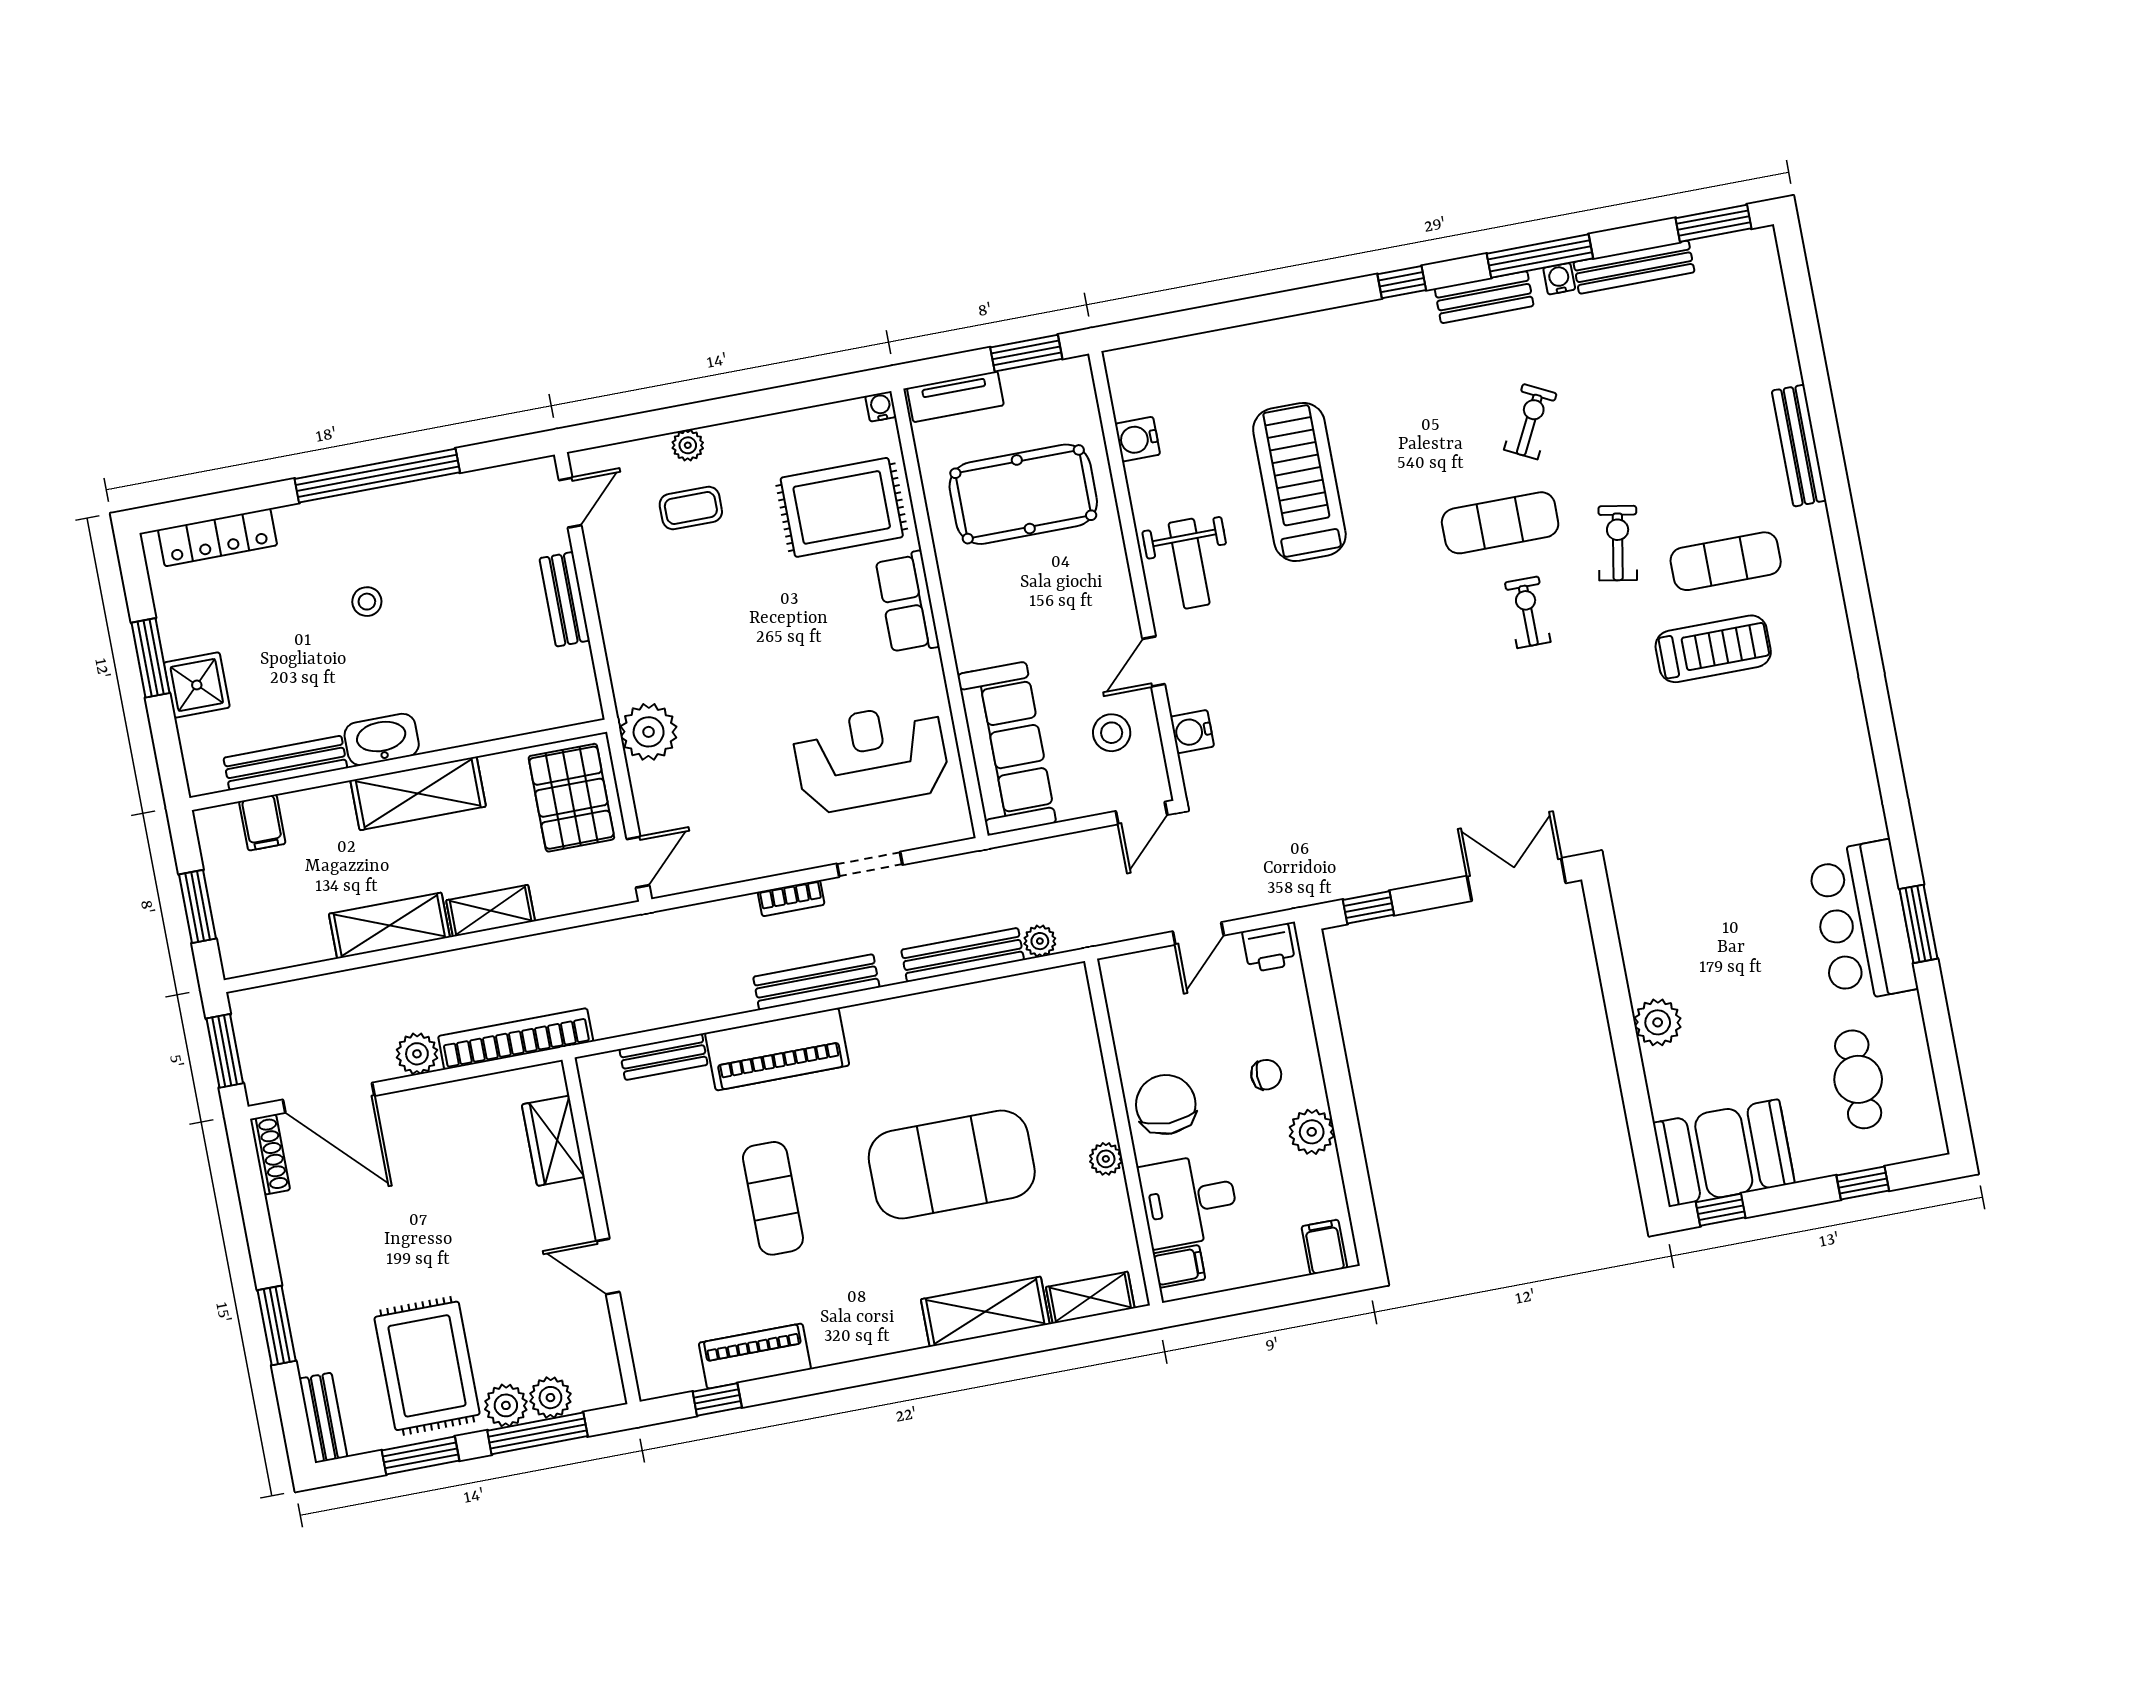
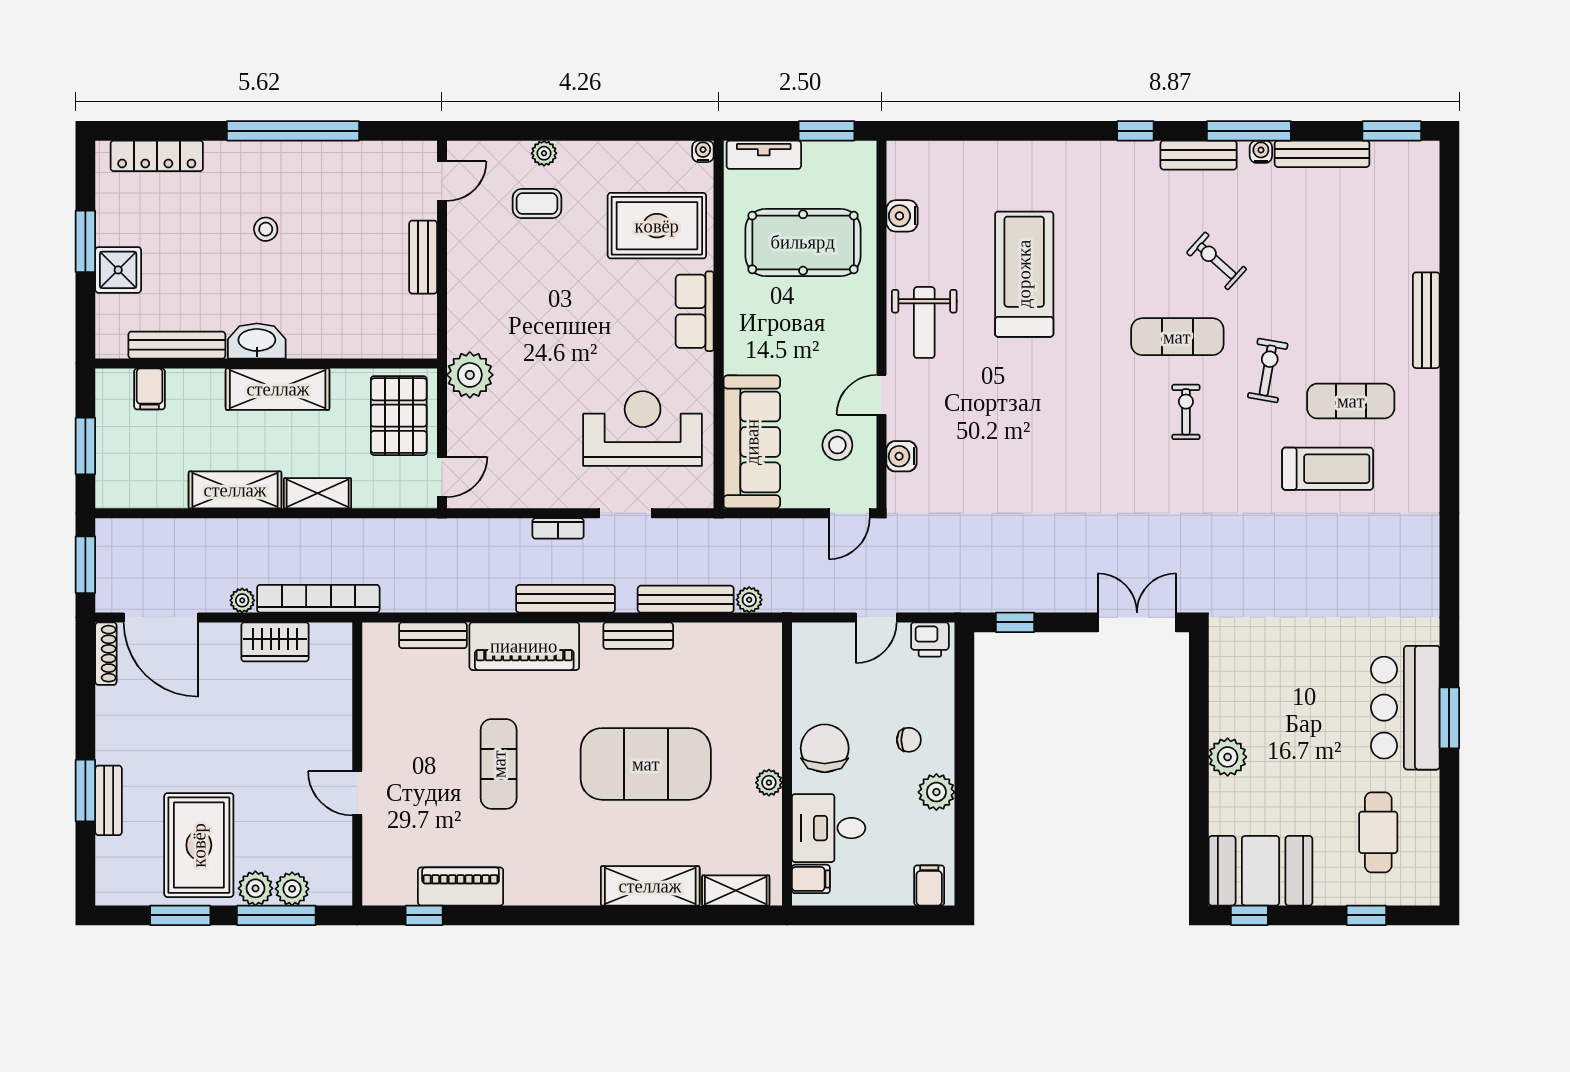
exercise bike: (1530, 422) -> (1217, 261), turned -75
bench: (913, 1010) -> (638, 636), added
plant: (417, 1054) -> (242, 600), width x0.73, depth x0.73
wardrobe: (553, 1141) -> (275, 642), moved, turned -90
bench: (323, 1418) -> (109, 800), moved

